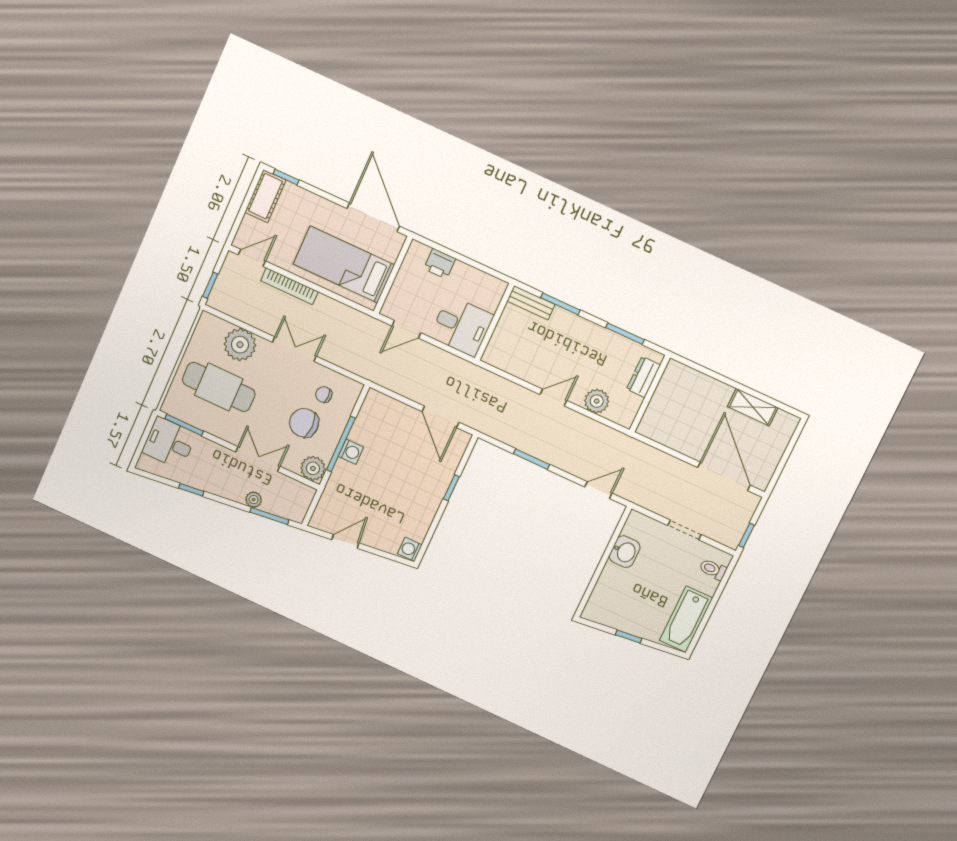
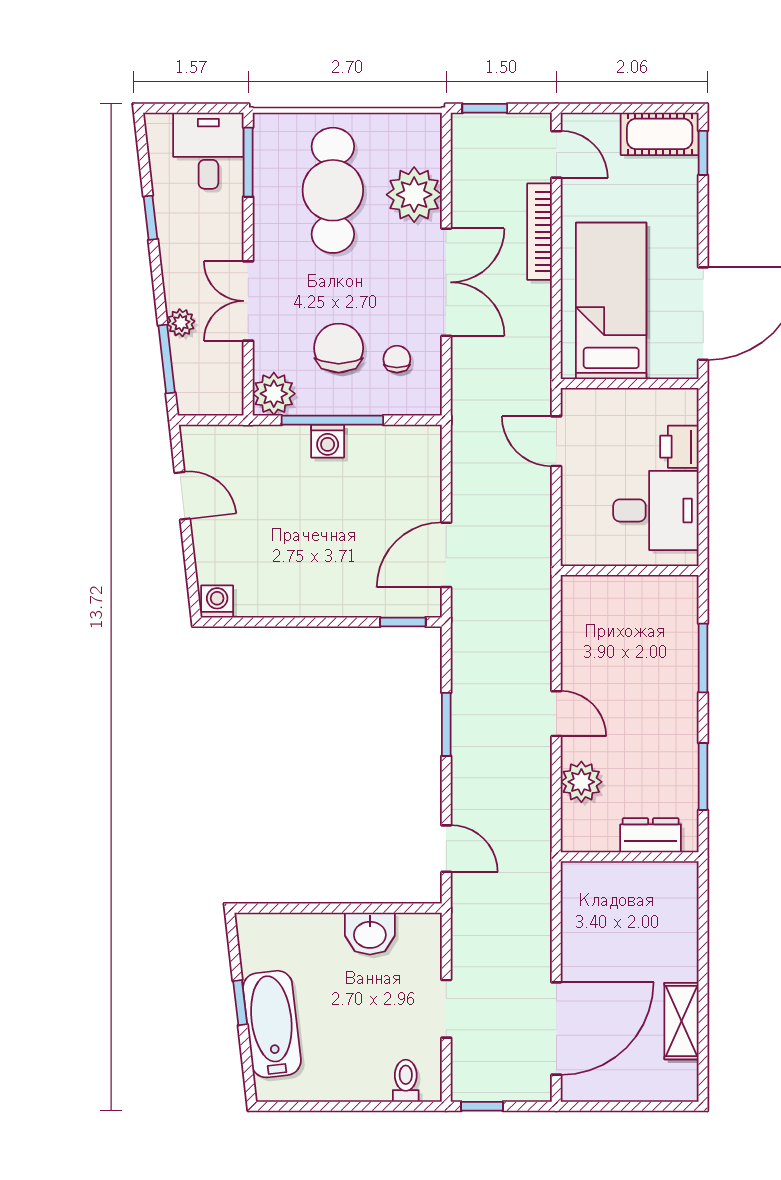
bench: (531, 303) -> (684, 613), removed
desk: (462, 326) -> (656, 510), moved, turned -90
double door: (294, 349) -> (446, 282), width x1.37
double door: (258, 459) -> (248, 301), swing flipped
window: (451, 488) -> (403, 622), moved
bathtub: (686, 619) -> (272, 1024), moved, turned 83

